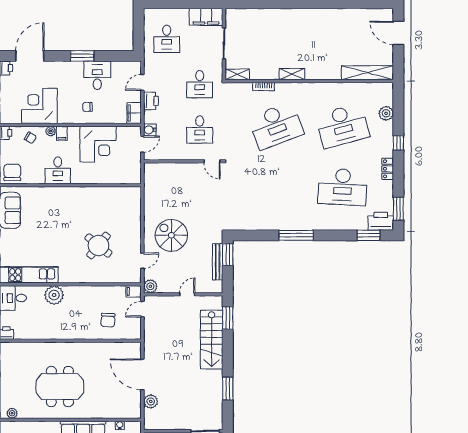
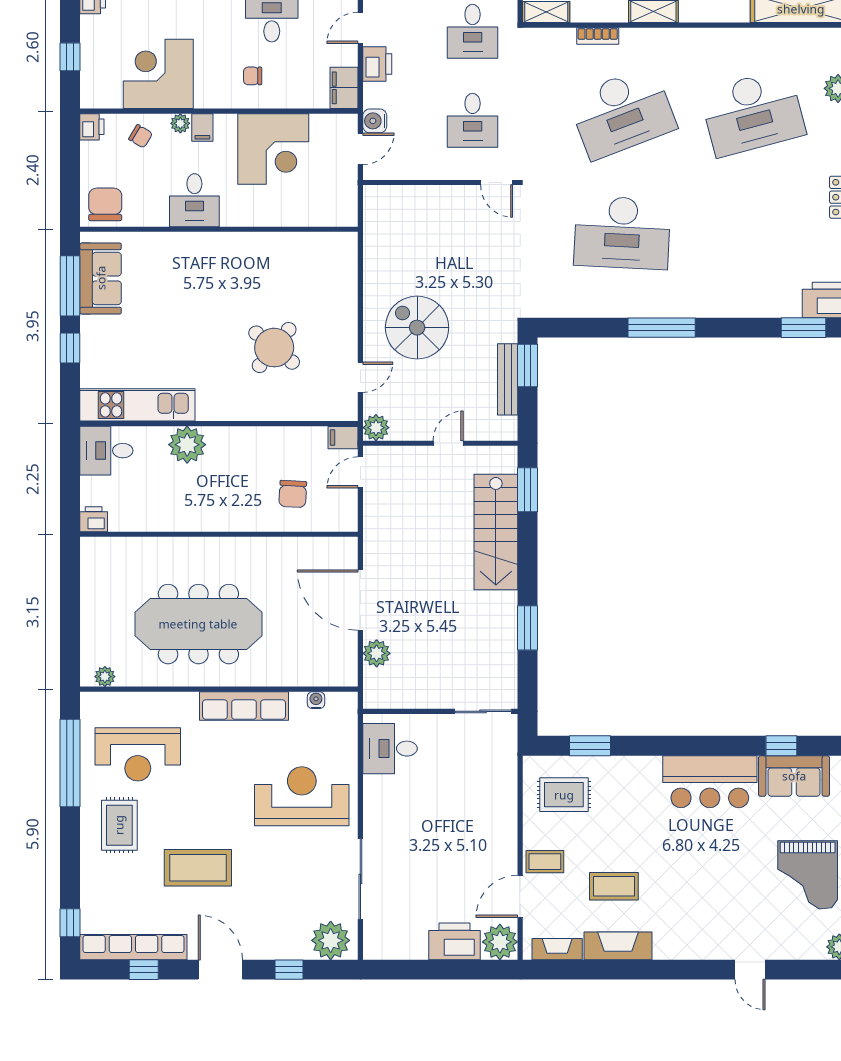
desk: (343, 187) -> (622, 233), moved
meeting table: (60, 387) -> (198, 624), width x1.36

